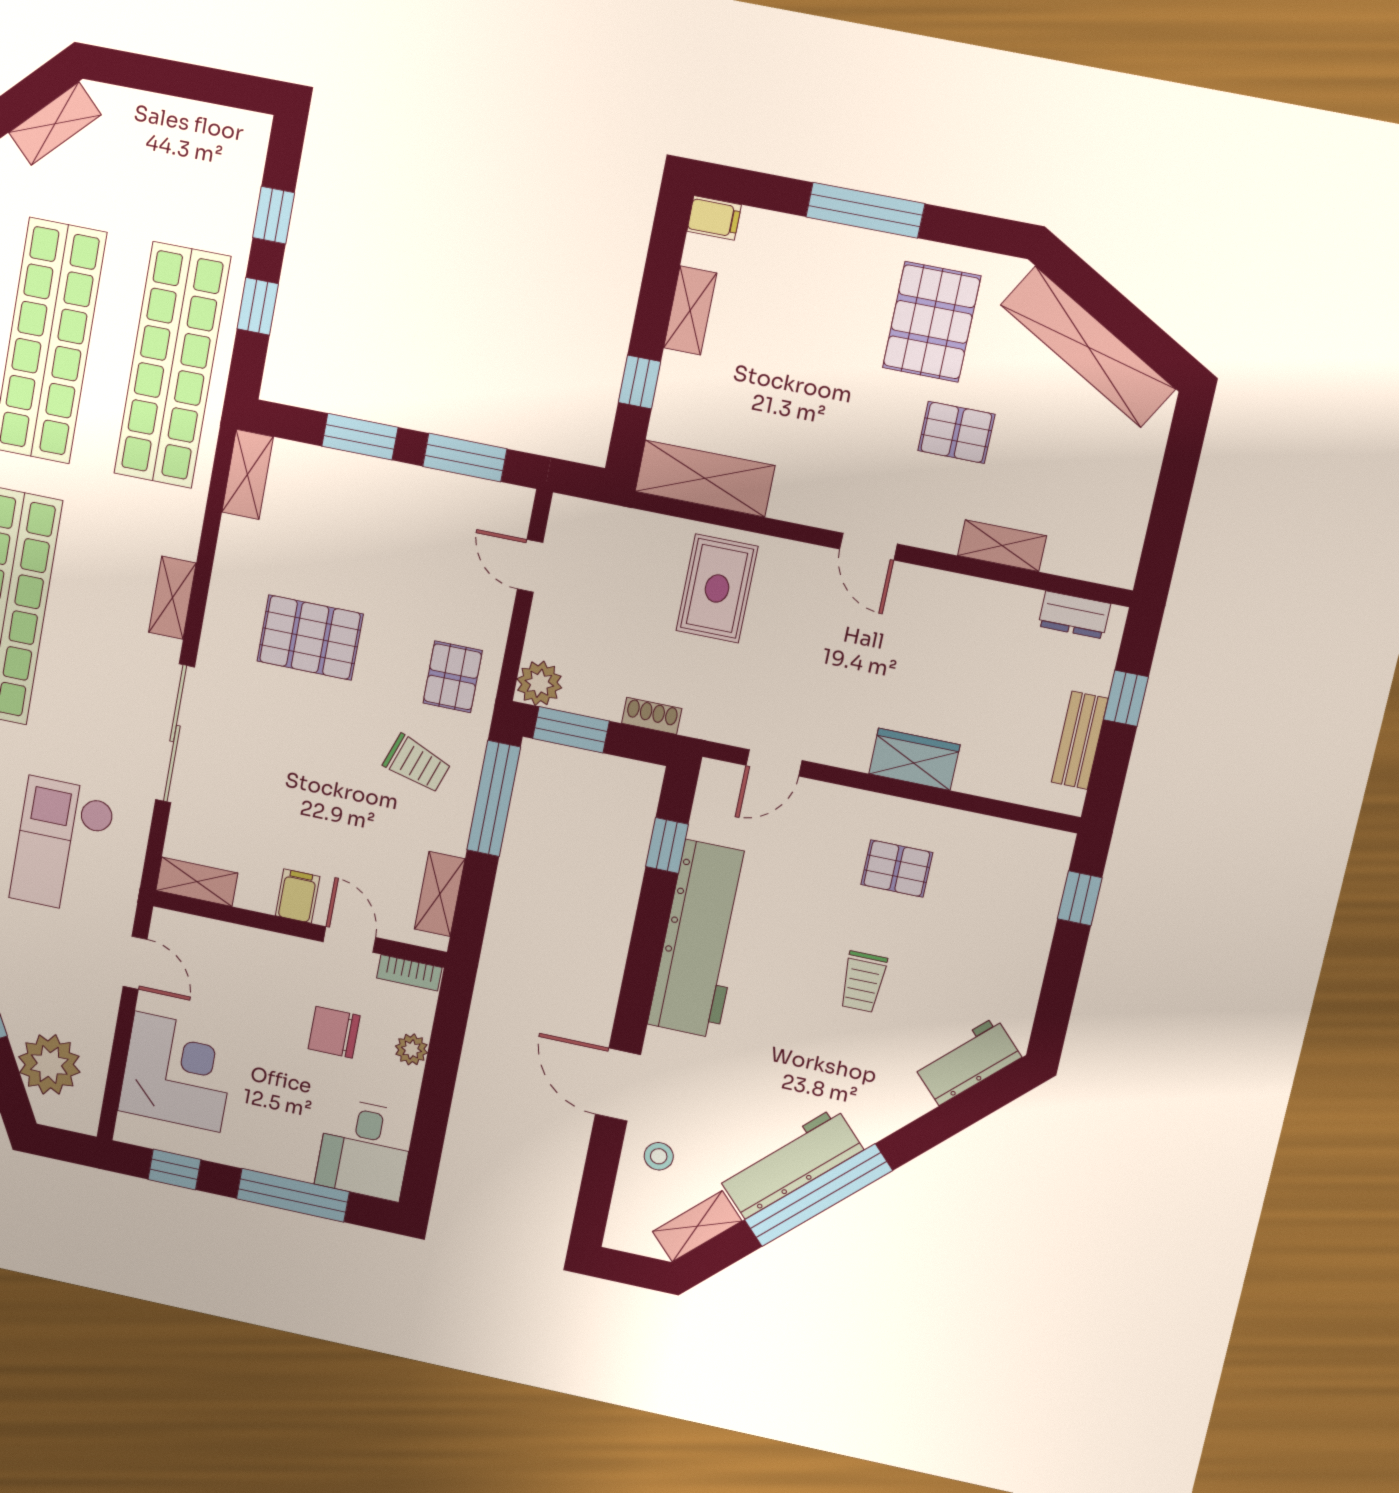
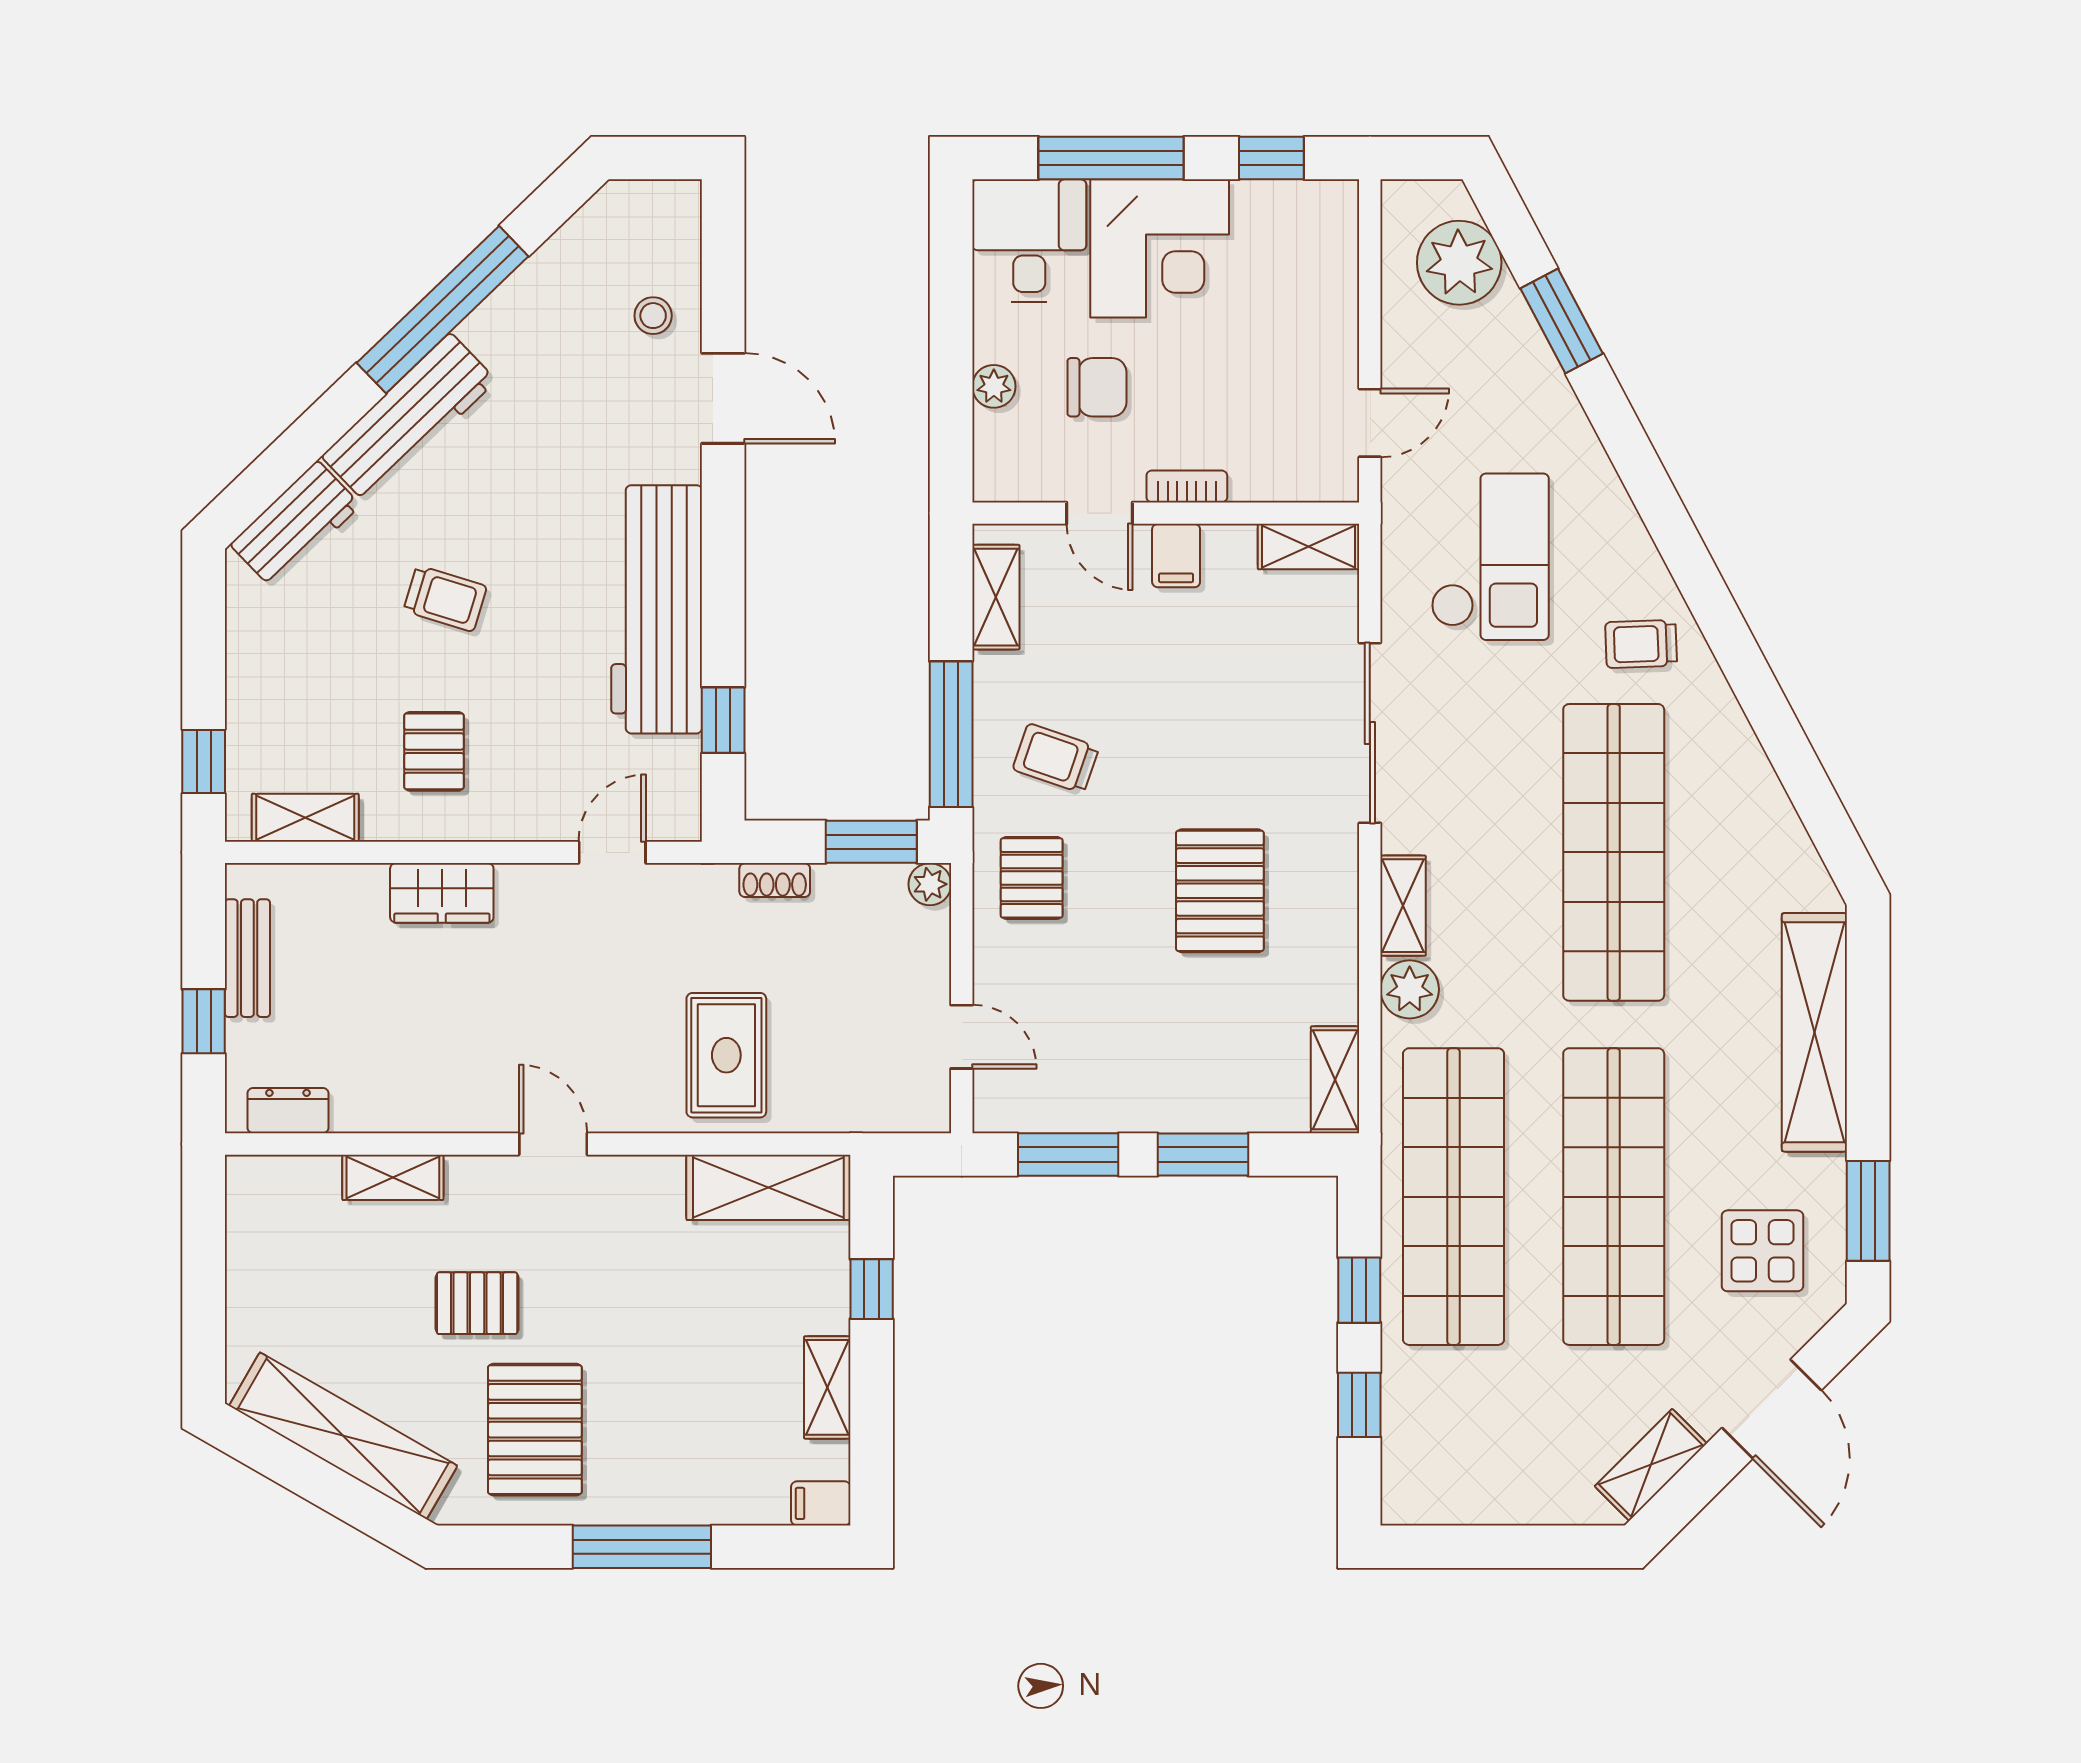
plant: (178, 533) -> (1410, 989), added
pallet: (310, 638) -> (1220, 891), turned 90
plant: (539, 683) -> (930, 884), width x0.73, depth x0.73
pallet: (897, 869) -> (434, 751), turned 90
door: (135, 963) -> (1370, 423), swing flipped
bookcase: (409, 973) -> (1187, 486), moved
trolley: (863, 982) -> (445, 599), turned 107
corner desk: (177, 1072) -> (1160, 248), moved, turned -90
workbench: (790, 1163) -> (409, 418), moved
shelving: (697, 1226) -> (305, 818), moved, turned 44

